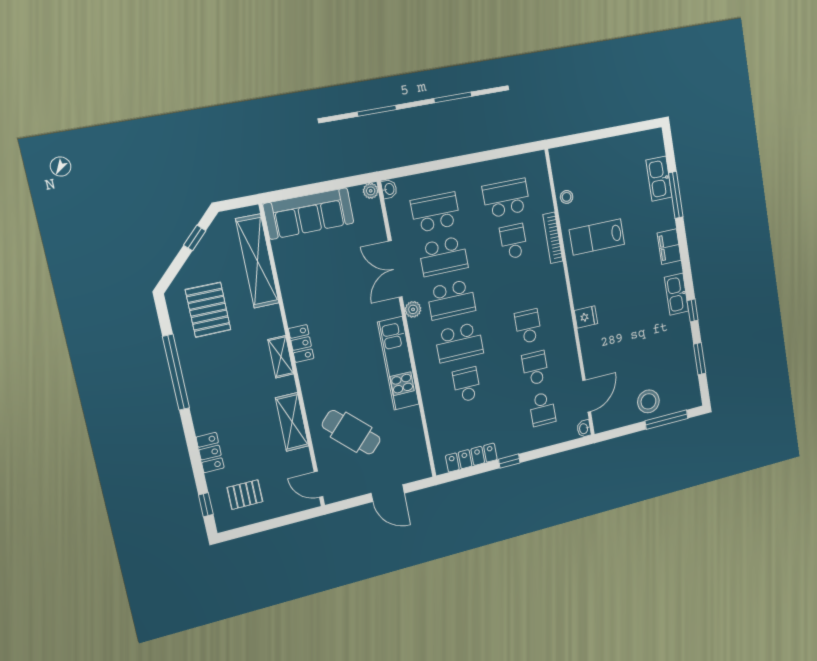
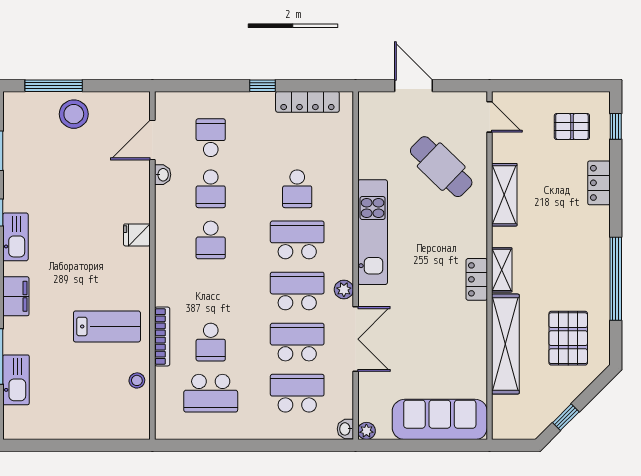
school desk: (435, 212) -> (297, 393), turned 180
shelving: (257, 261) -> (505, 344), moved
washbasin: (584, 429) -> (163, 175), moved

